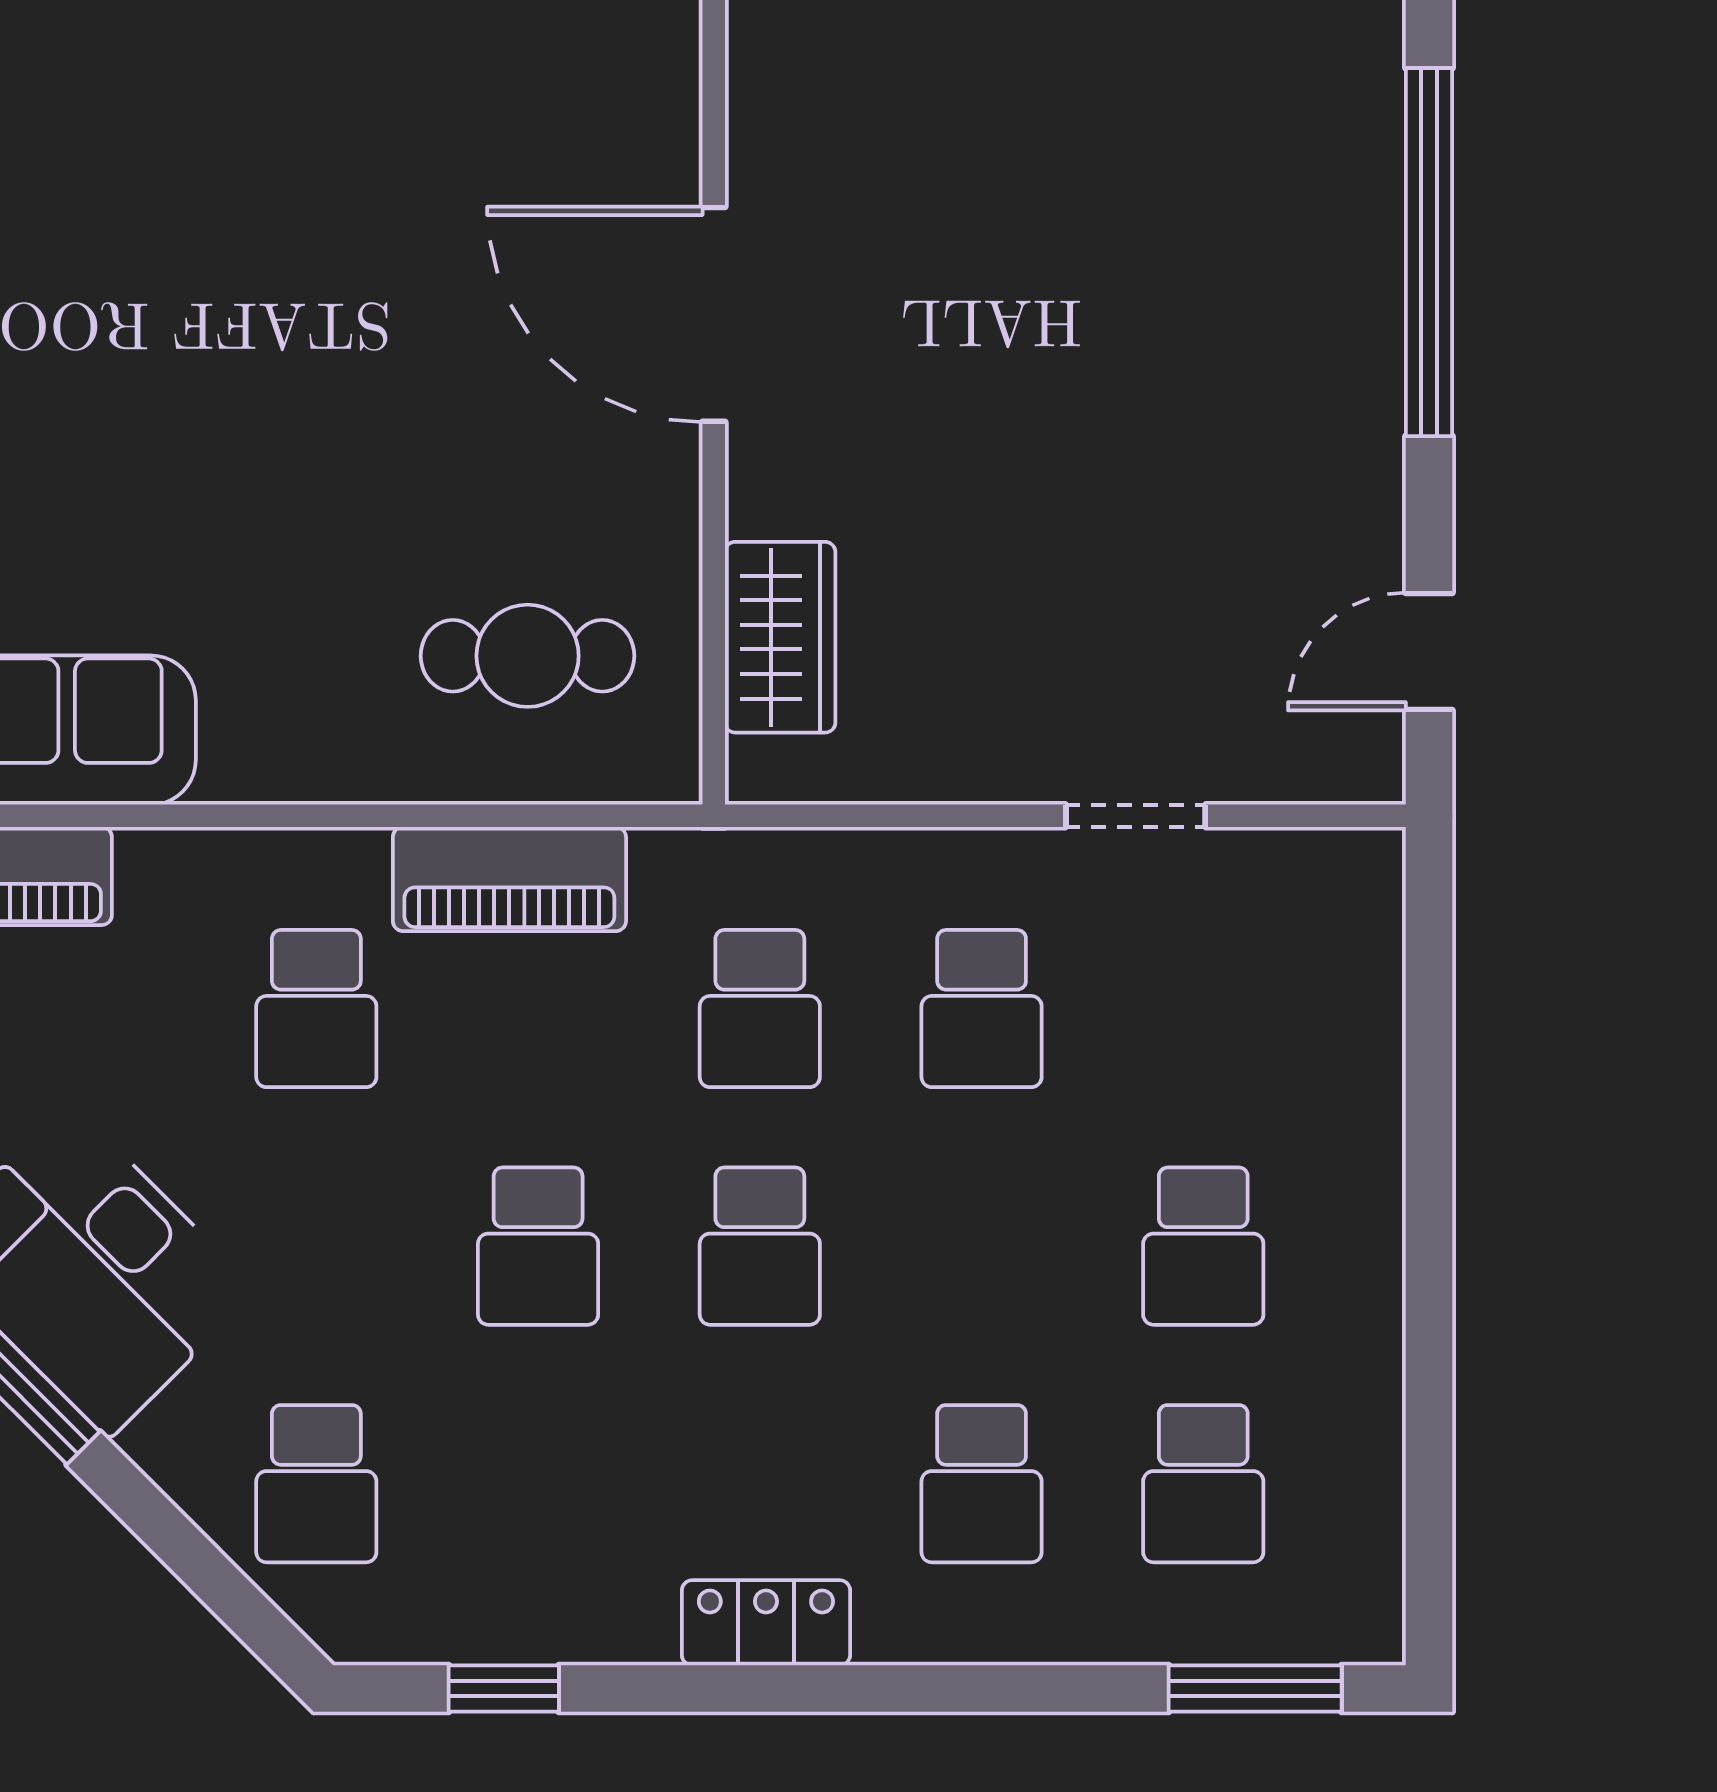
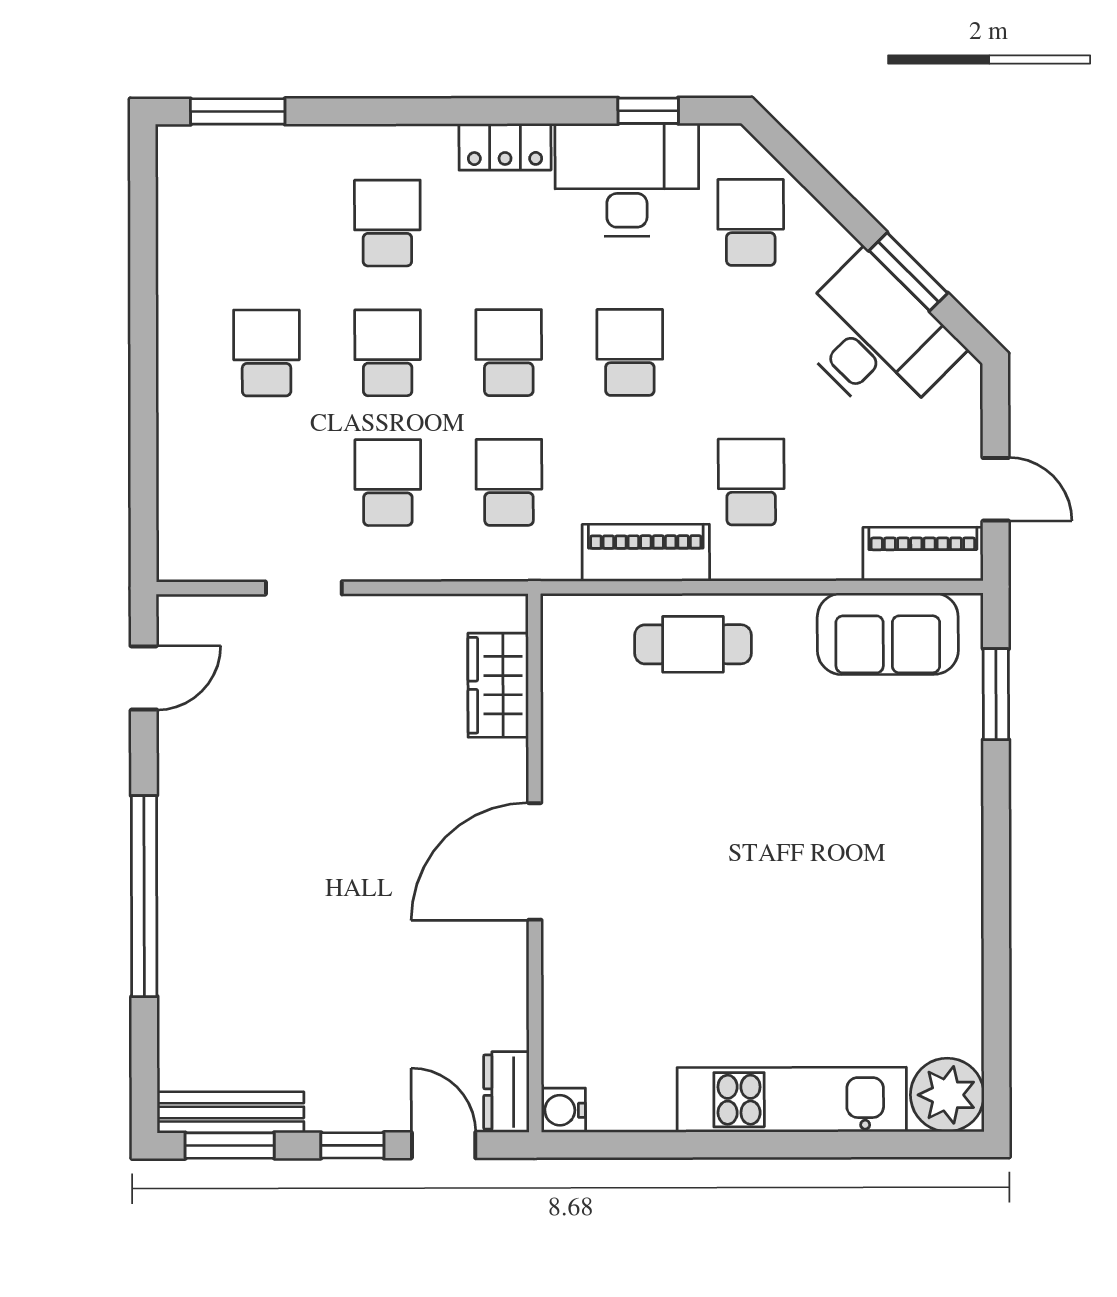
door: (714, 314) -> (535, 861), swing flipped
cafe table: (528, 656) -> (693, 644), moved
school desk: (1203, 1484) -> (388, 353), moved
desk: (543, 1562) -> (627, 180), added

